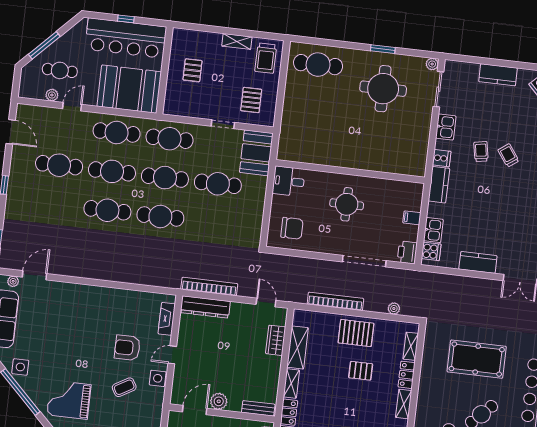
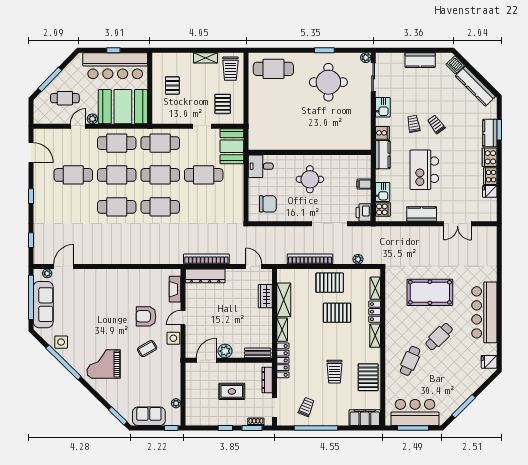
plant: (52, 95) -> (92, 119), moved
kitchen island: (487, 209) -> (424, 170), added
pallet: (361, 371) -> (337, 313), width x1.50, depth x1.42

